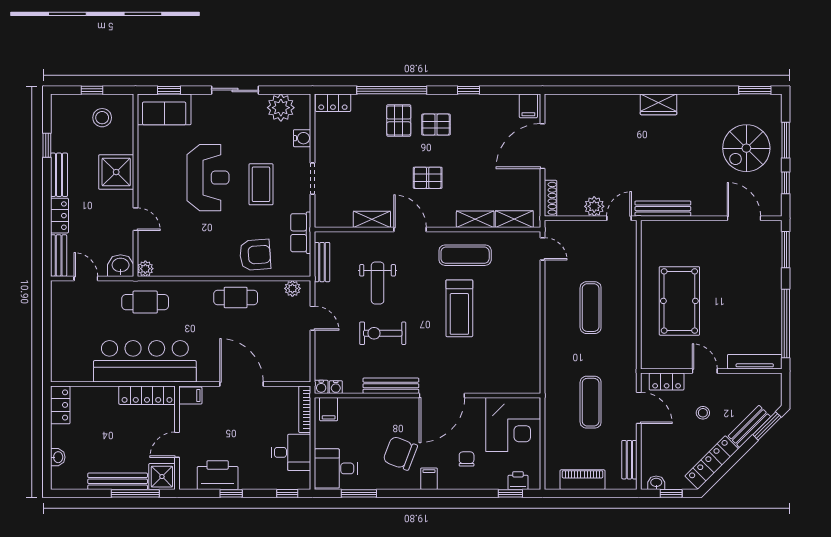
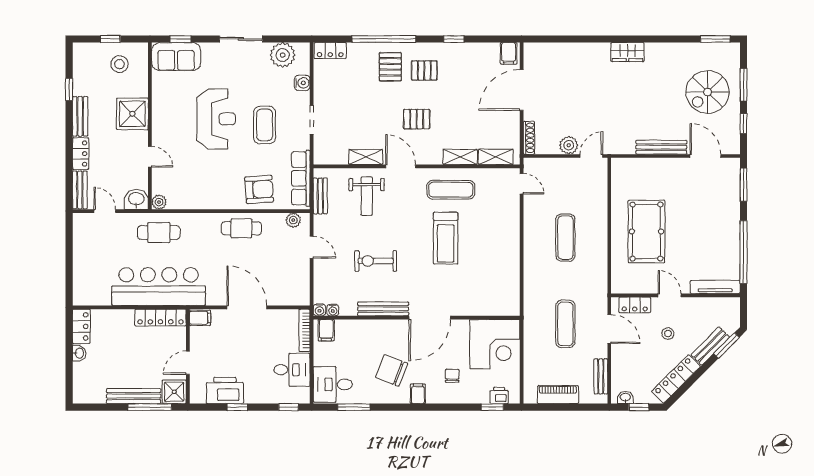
bench: (663, 209) -> (661, 147), moved
row of seats: (301, 233) -> (301, 178), width x1.48
weight bench: (378, 283) -> (367, 196), moved
washbasin: (58, 457) -> (79, 353), moved

